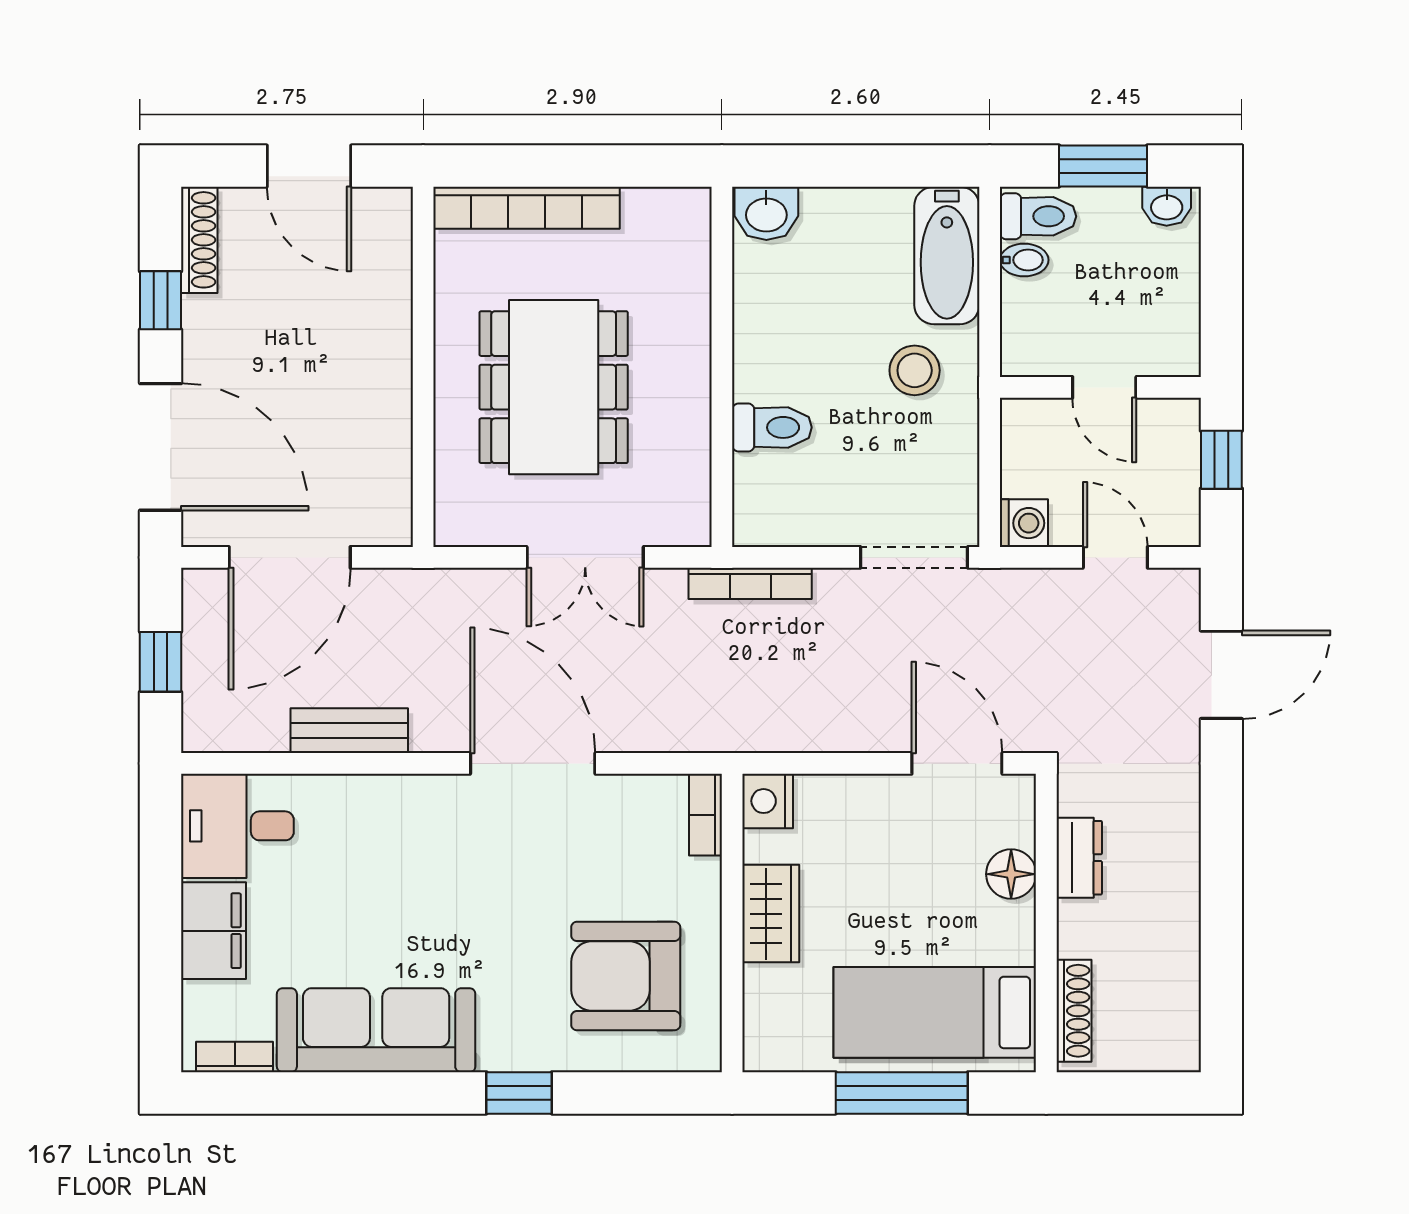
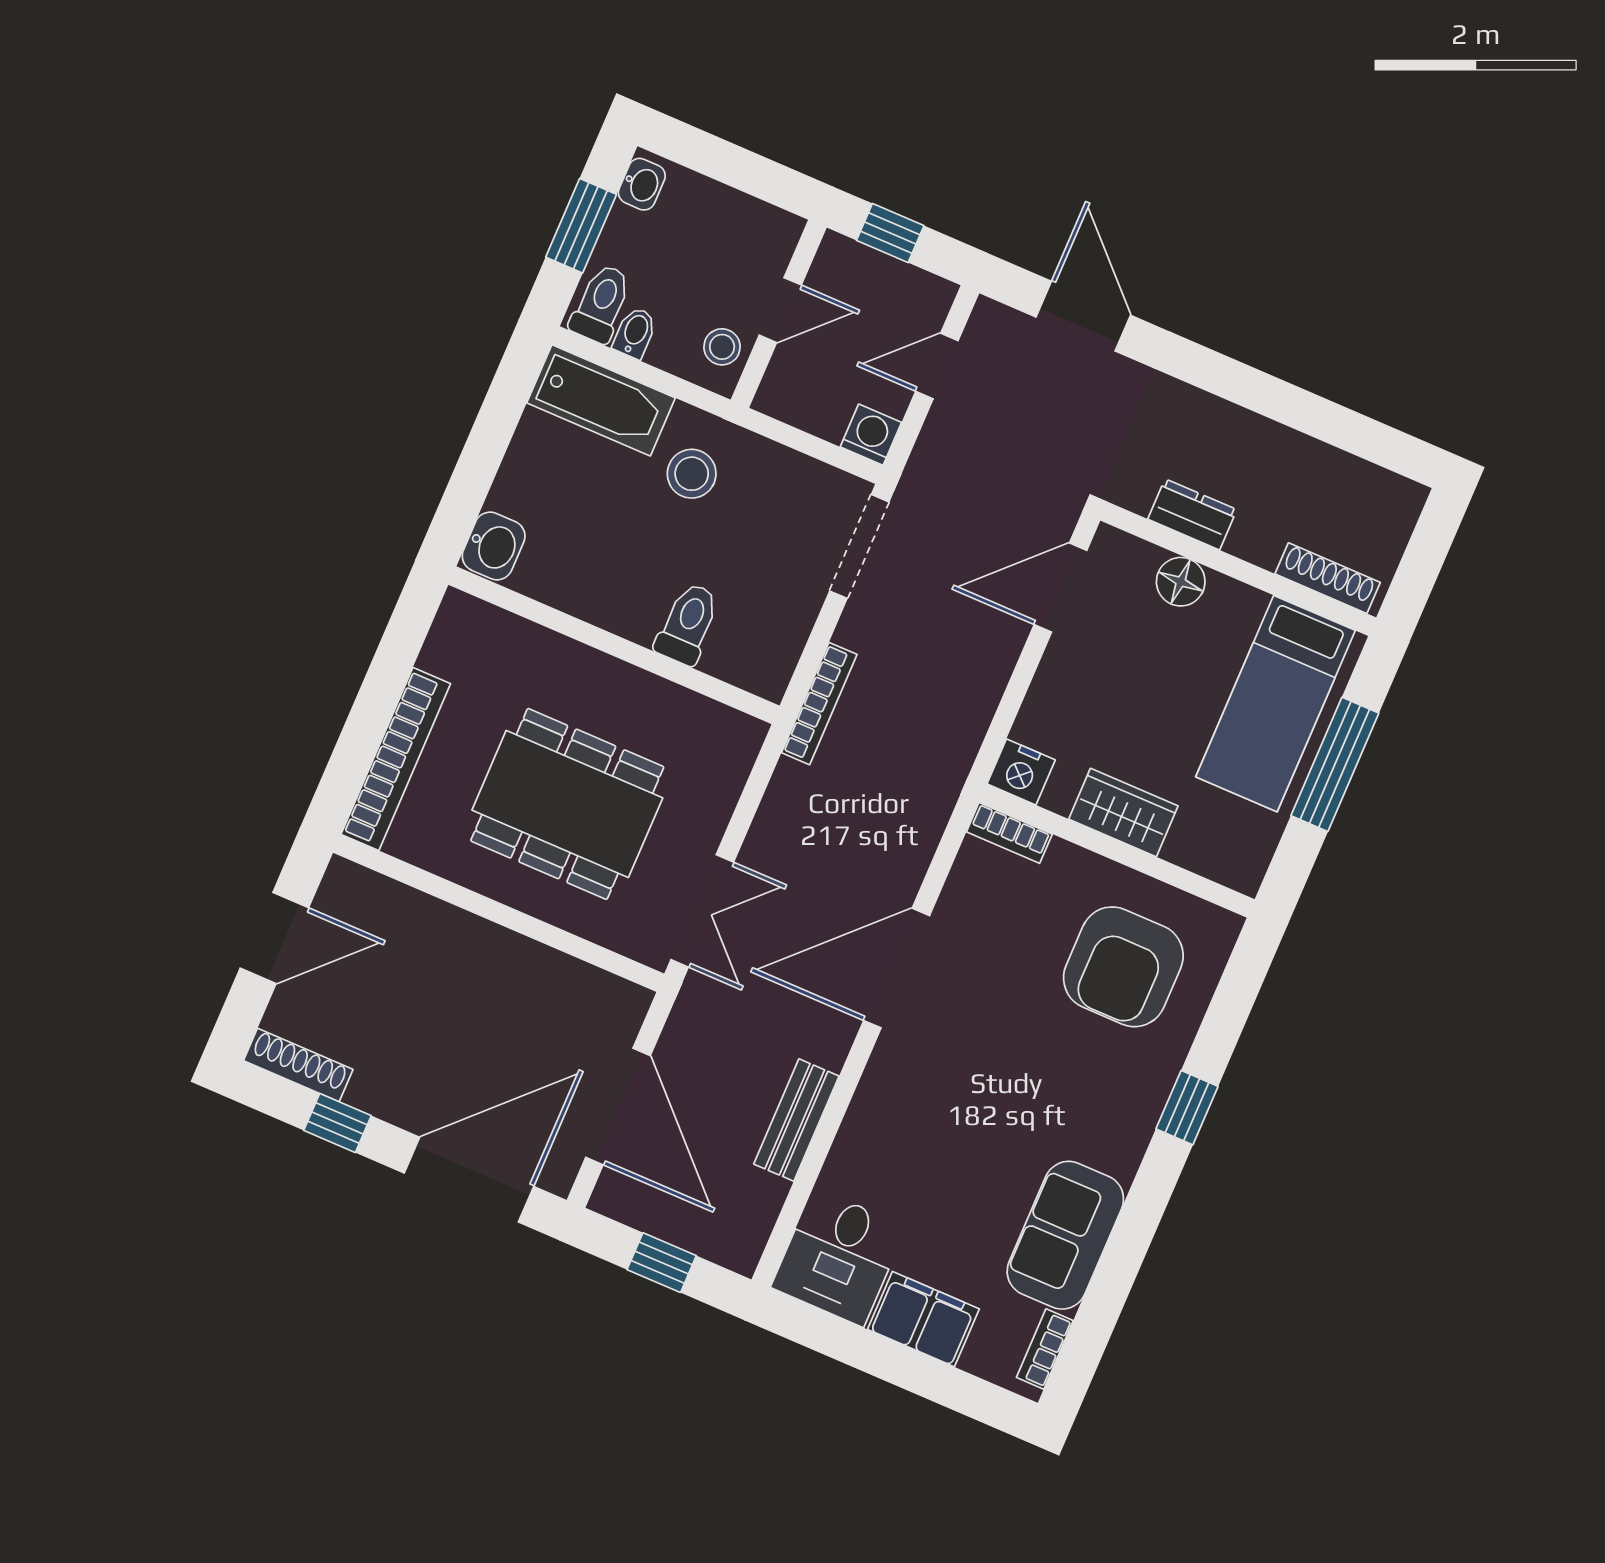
stool: (1046, 348) -> (722, 347), added
double door: (585, 557) -> (702, 911), moved
sofa: (376, 1030) -> (1065, 1235), width x0.73

